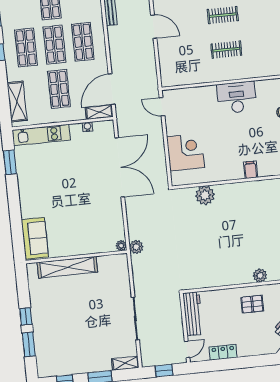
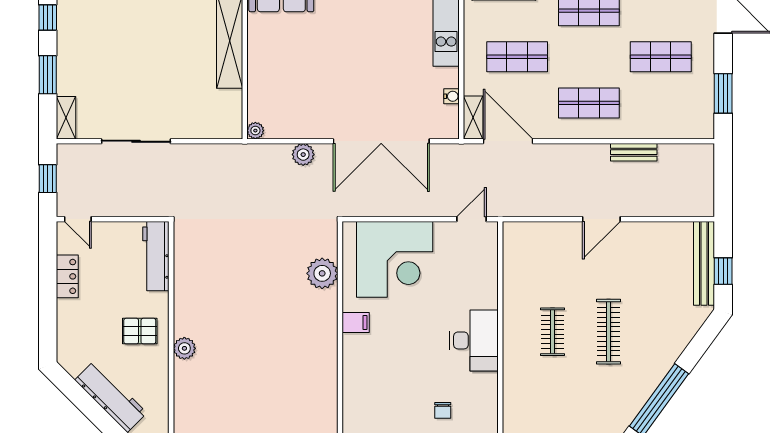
clothes rail: (223, 15) -> (608, 332), width x1.36
shop shelf: (54, 45) -> (589, 57), removed
corner desk: (186, 152) -> (395, 259), width x1.36, depth x1.36
filing cabinet: (251, 170) -> (356, 323), moved
plant: (136, 247) -> (303, 155), moved
pallet: (252, 304) -> (140, 331), turned 90
workbench: (193, 314) -> (156, 256), moved, turned 90

